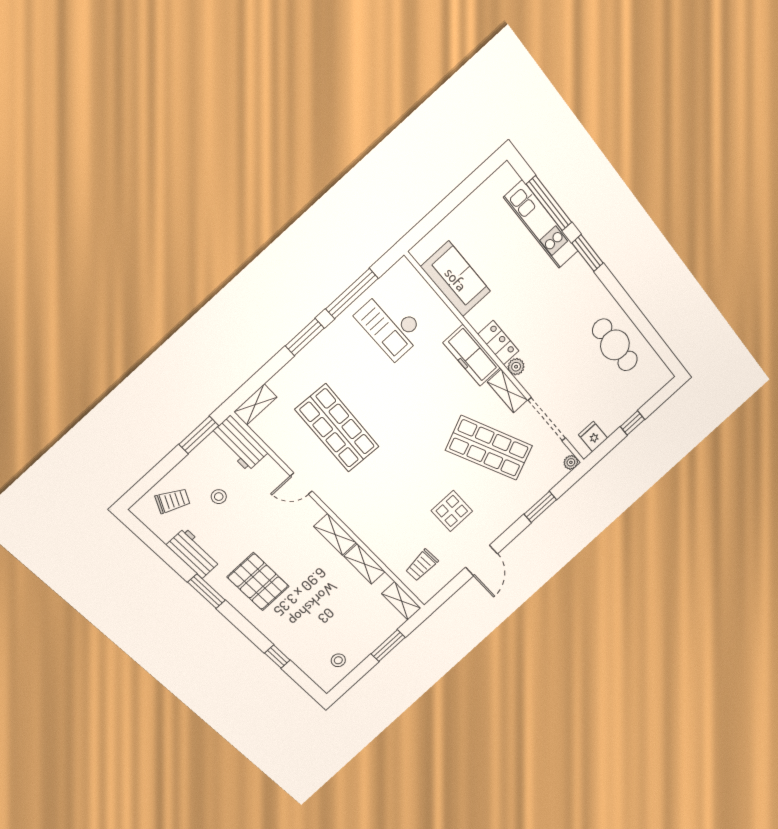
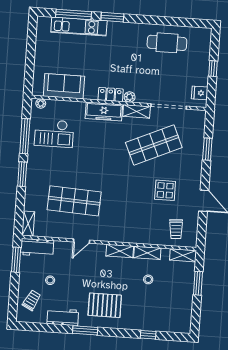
plant: (571, 462) -> (41, 103), moved
stool: (338, 660) -> (148, 279), moved

